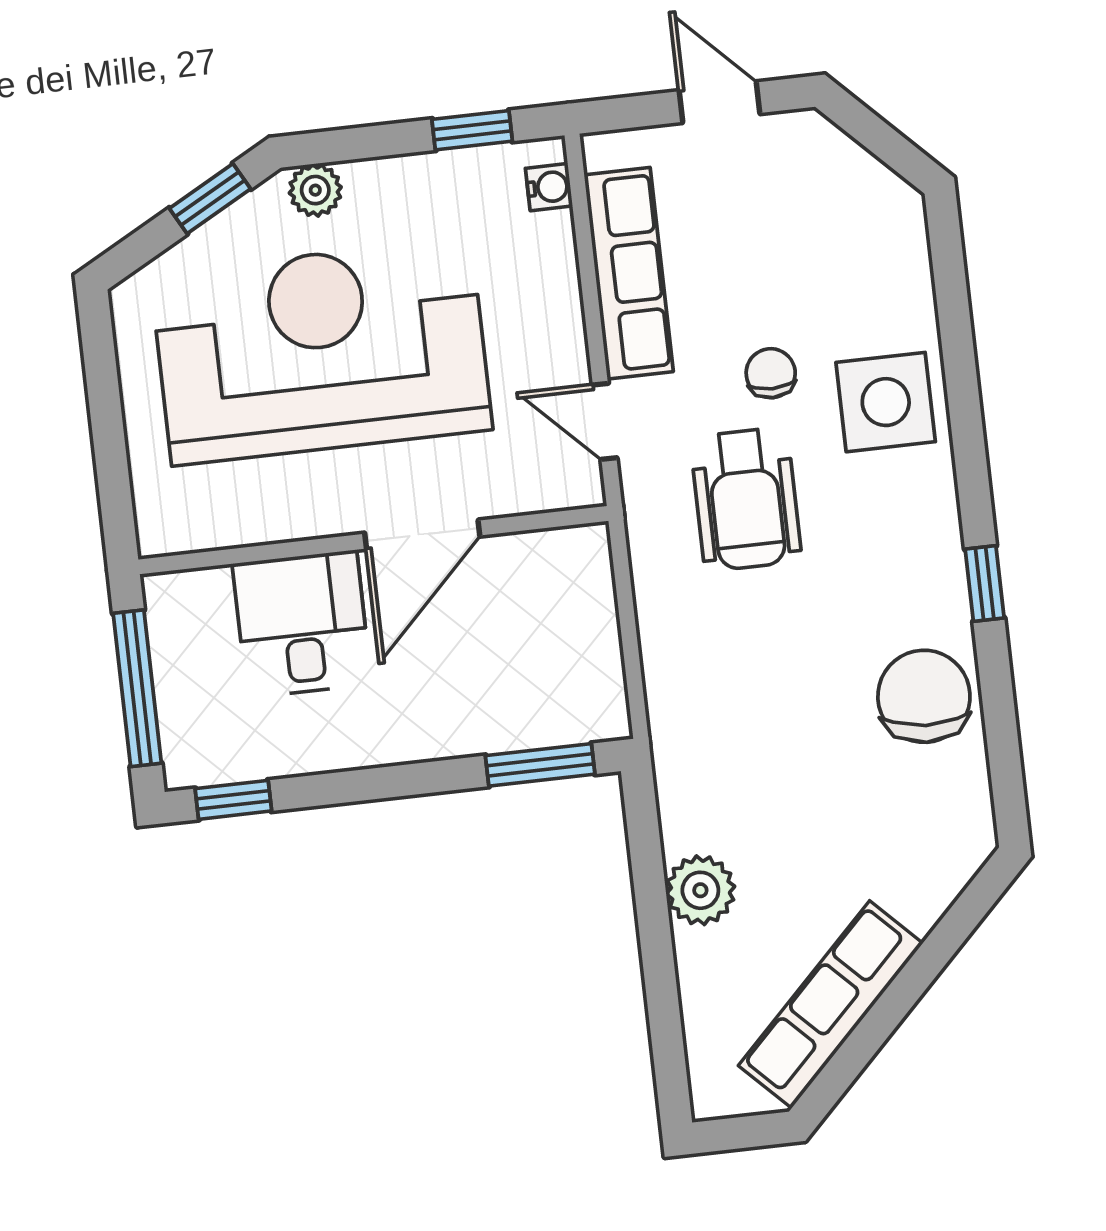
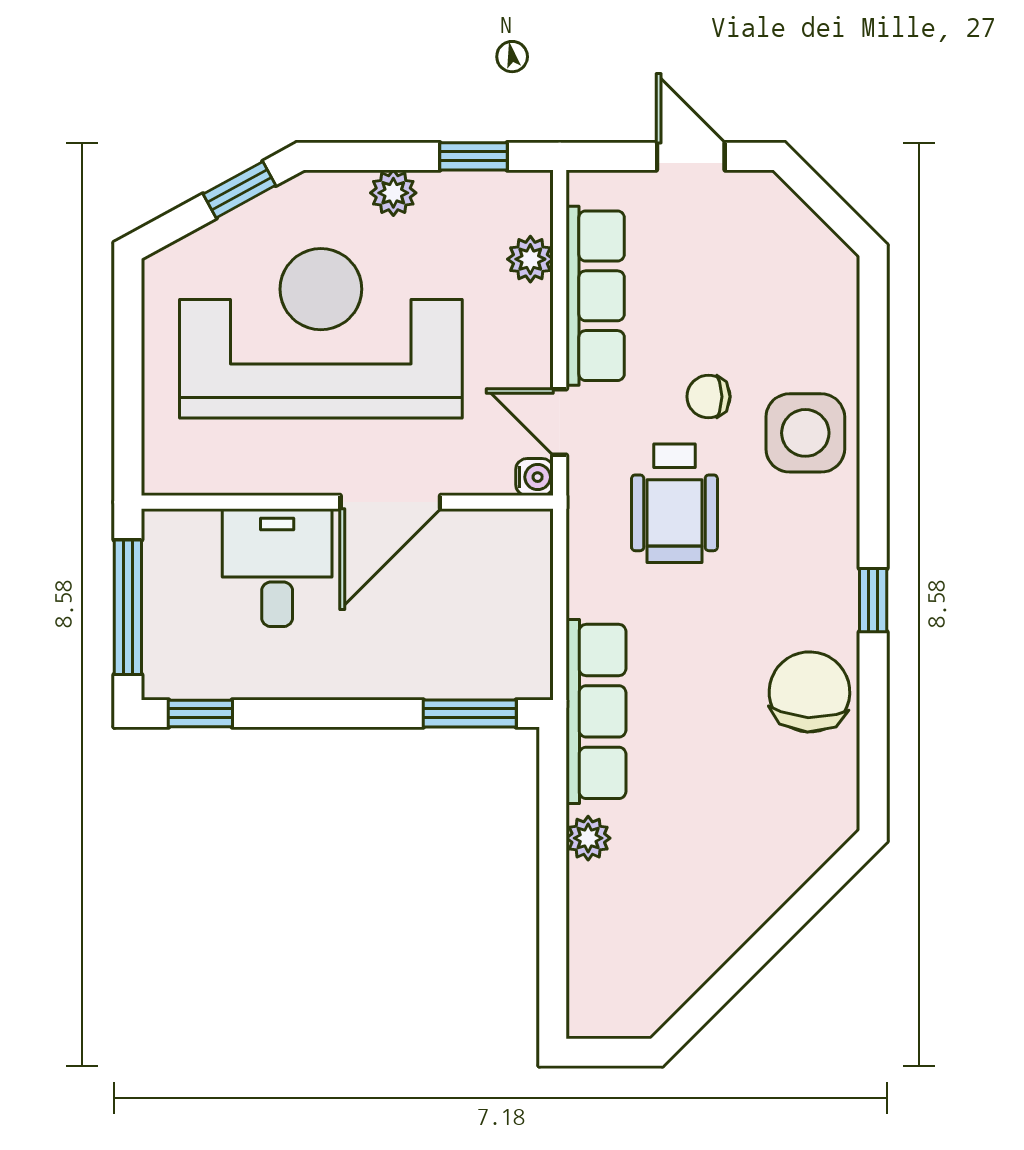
water cooler: (549, 187) -> (535, 477), moved
plant: (315, 190) -> (393, 193), moved
plant: (550, 240) -> (530, 259), added
chair: (771, 373) -> (708, 397), turned -90
plant: (700, 890) -> (588, 838), width x0.73, depth x0.73
row of seats: (831, 1004) -> (596, 711), moved, turned 135

